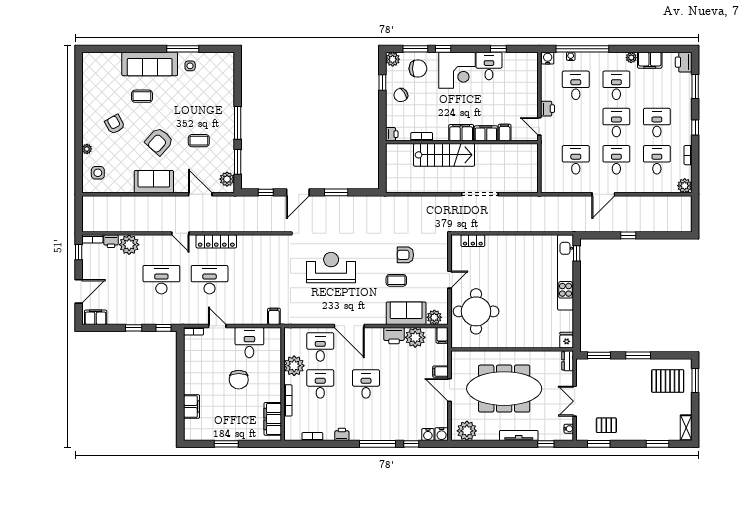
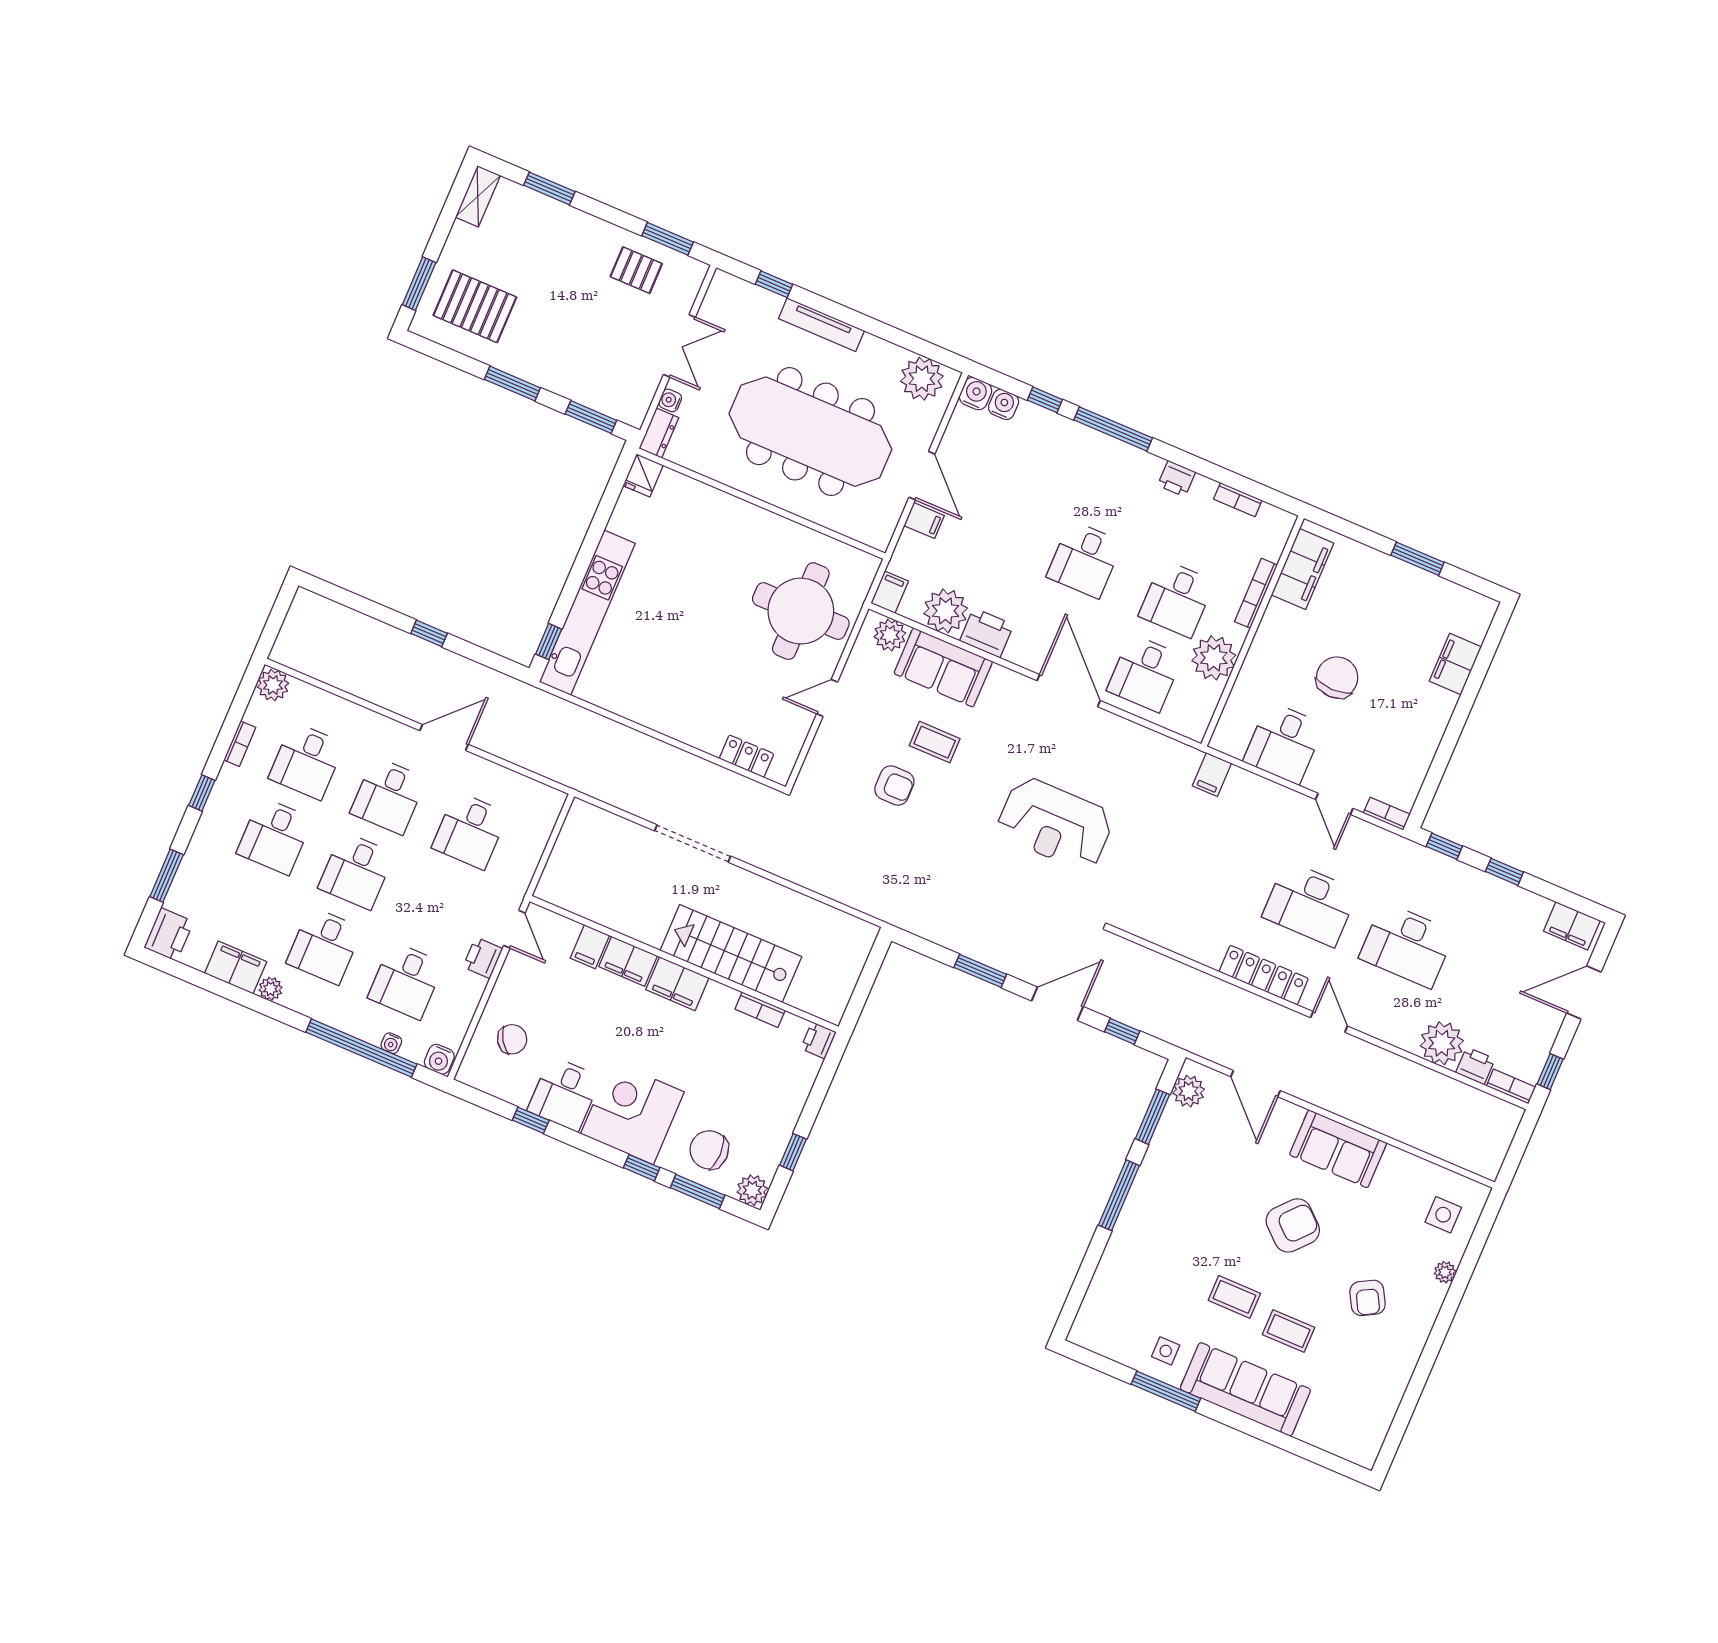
chair: (401, 95) -> (512, 1039), moved
coffee table: (199, 141) -> (1234, 1297), moved
water cooler: (569, 429) -> (670, 400), moved

